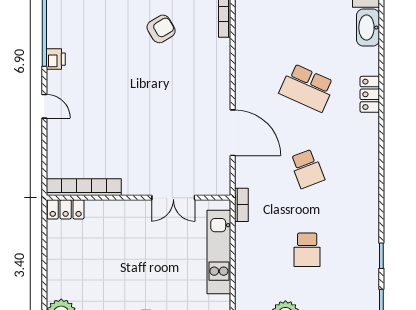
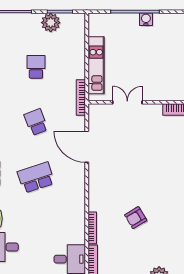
school desk: (307, 88) -> (36, 177), turned -42
bookcase: (241, 205) -> (81, 97), width x1.56

